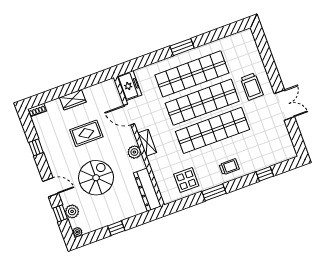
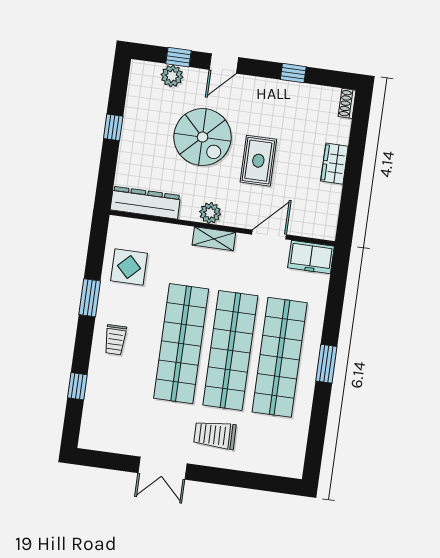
rug: (86, 133) -> (258, 161), moved
plant: (77, 232) -> (138, 68), removed

